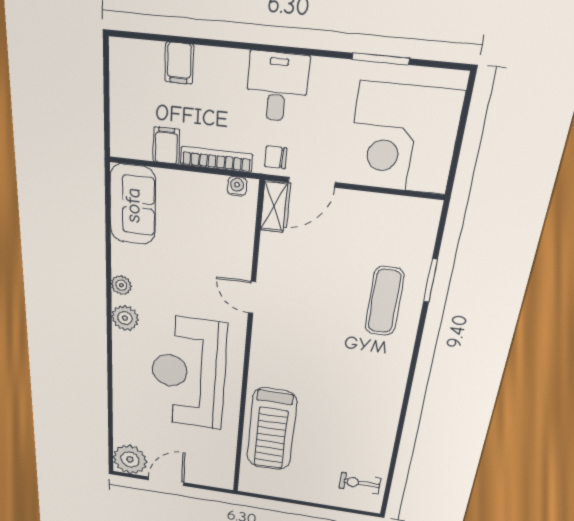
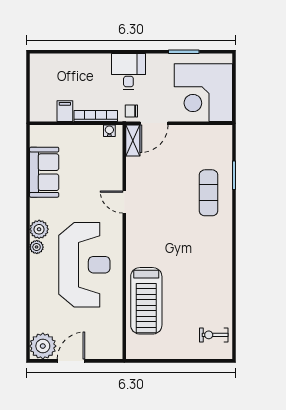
filing cabinet: (179, 63) -> (71, 64), removed
sofa: (133, 205) -> (44, 172), moved
plant: (121, 285) -> (37, 247), moved
reception desk: (188, 373) -> (84, 265), turned 180

